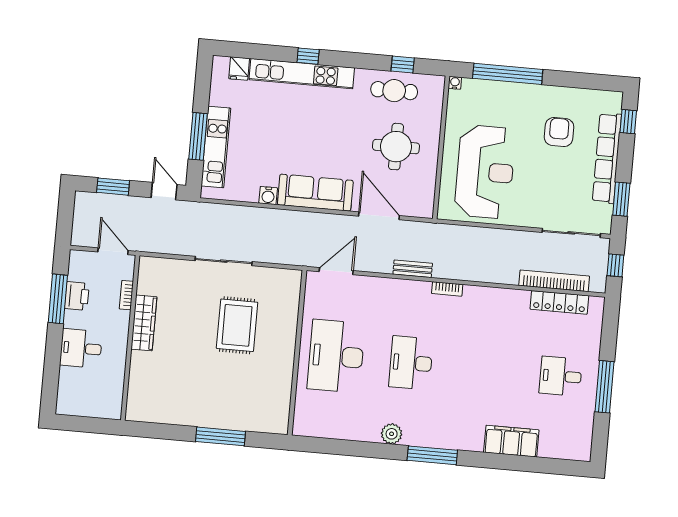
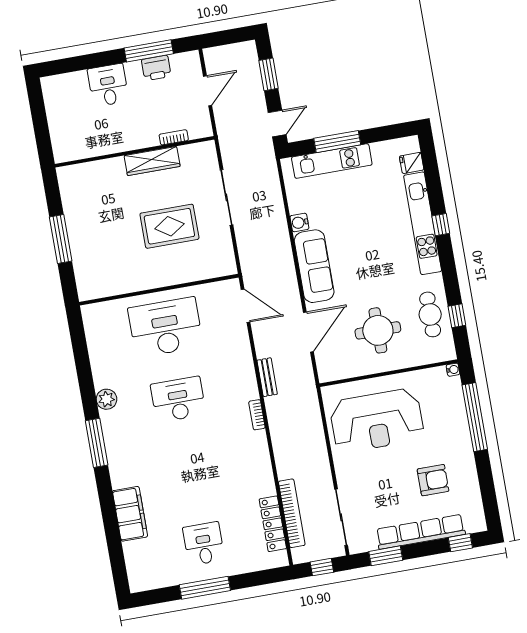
bookcase: (126, 295) -> (174, 137), moved
wardrobe: (144, 323) -> (152, 161), moved
wall: (130, 338) -> (135, 152), moved

